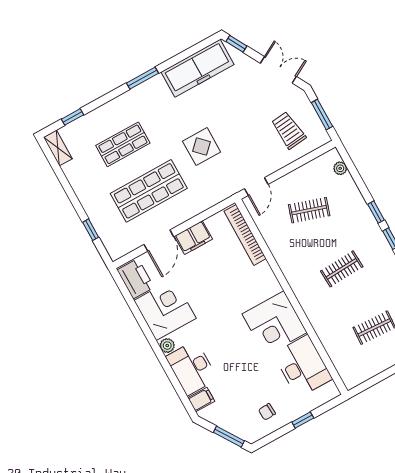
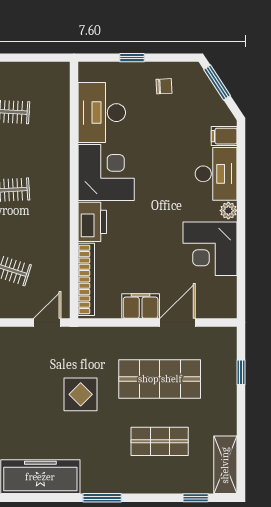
shelving: (58, 148) -> (225, 465), width x1.50, depth x1.33
printer: (136, 279) -> (92, 222), moved, turned 180

